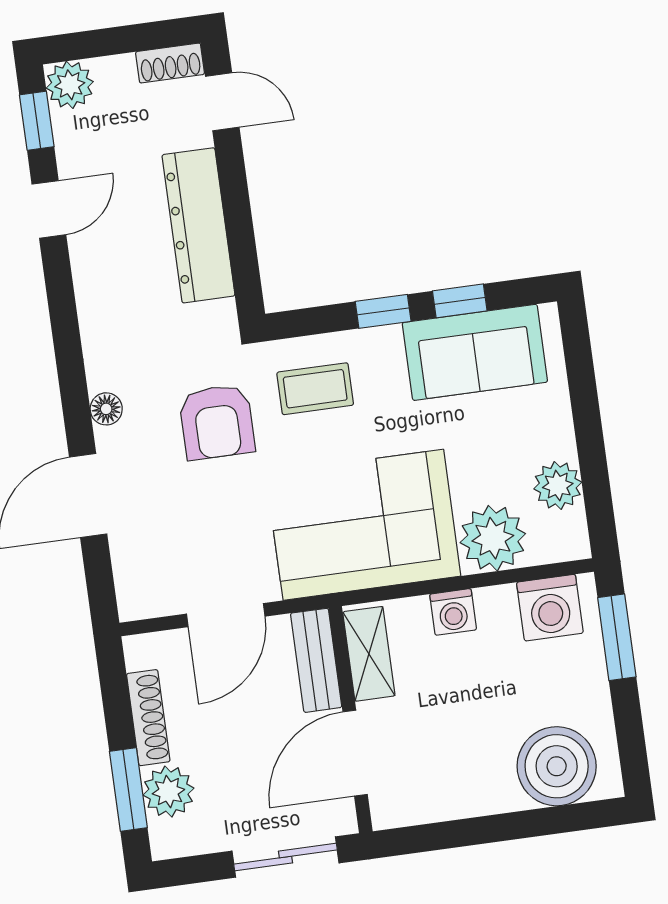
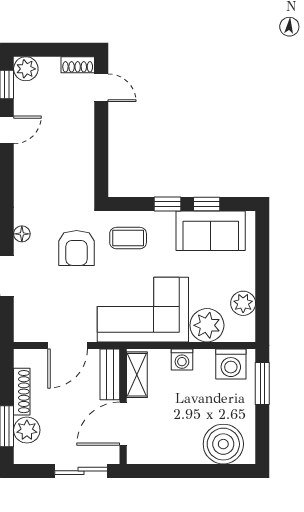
dresser: (198, 225) -> (81, 148), removed

